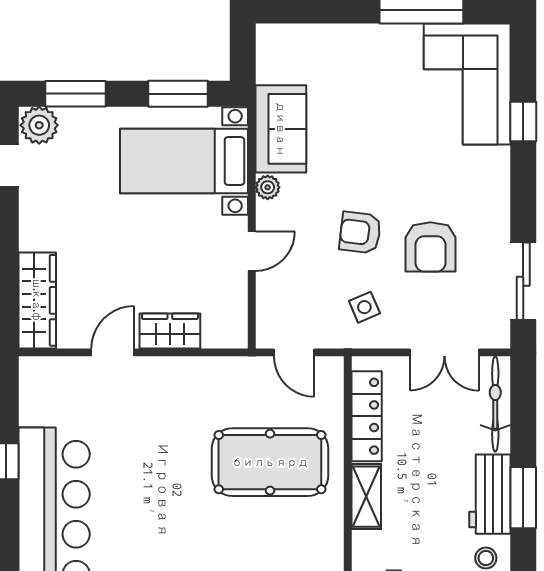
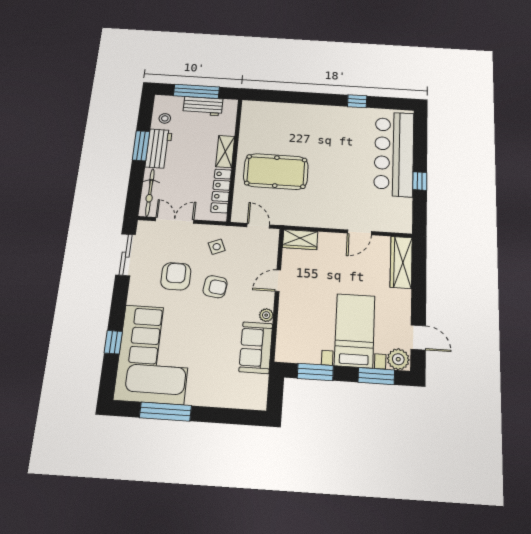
corner sofa: (467, 84) -> (154, 354), width x1.36, depth x1.36
bed with nightstands: (184, 161) -> (355, 330), moved, turned -90
wardrobe: (170, 331) -> (300, 240), moved

